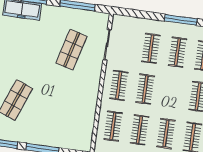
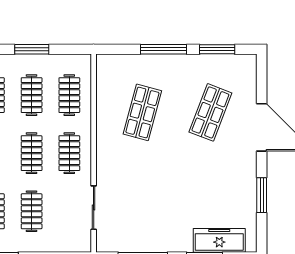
shop shelf: (71, 50) -> (142, 112), moved

